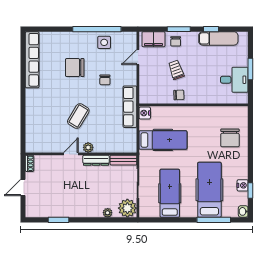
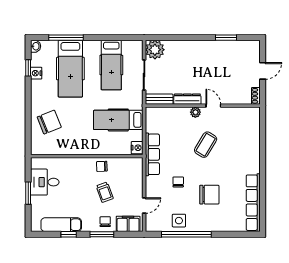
chair: (230, 138) -> (49, 122), turned 68
door: (71, 154) -> (213, 106), swing flipped
plant: (108, 213) -> (175, 45), removed

